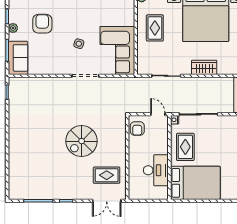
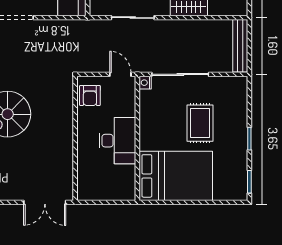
rug: (185, 147) -> (200, 123), moved
desk: (156, 170) -> (117, 141), moved
rug: (107, 175) -> (45, 164), removed

